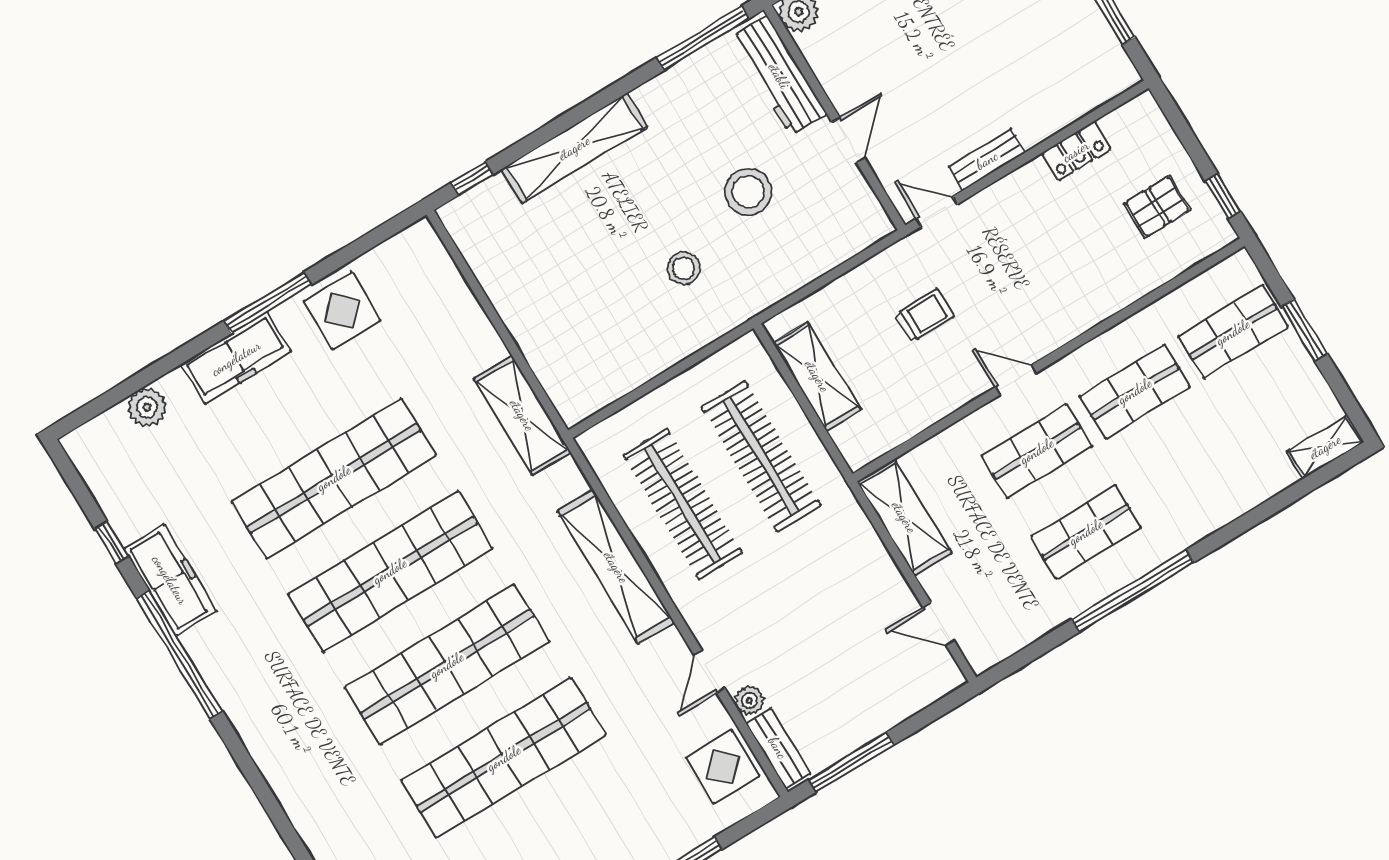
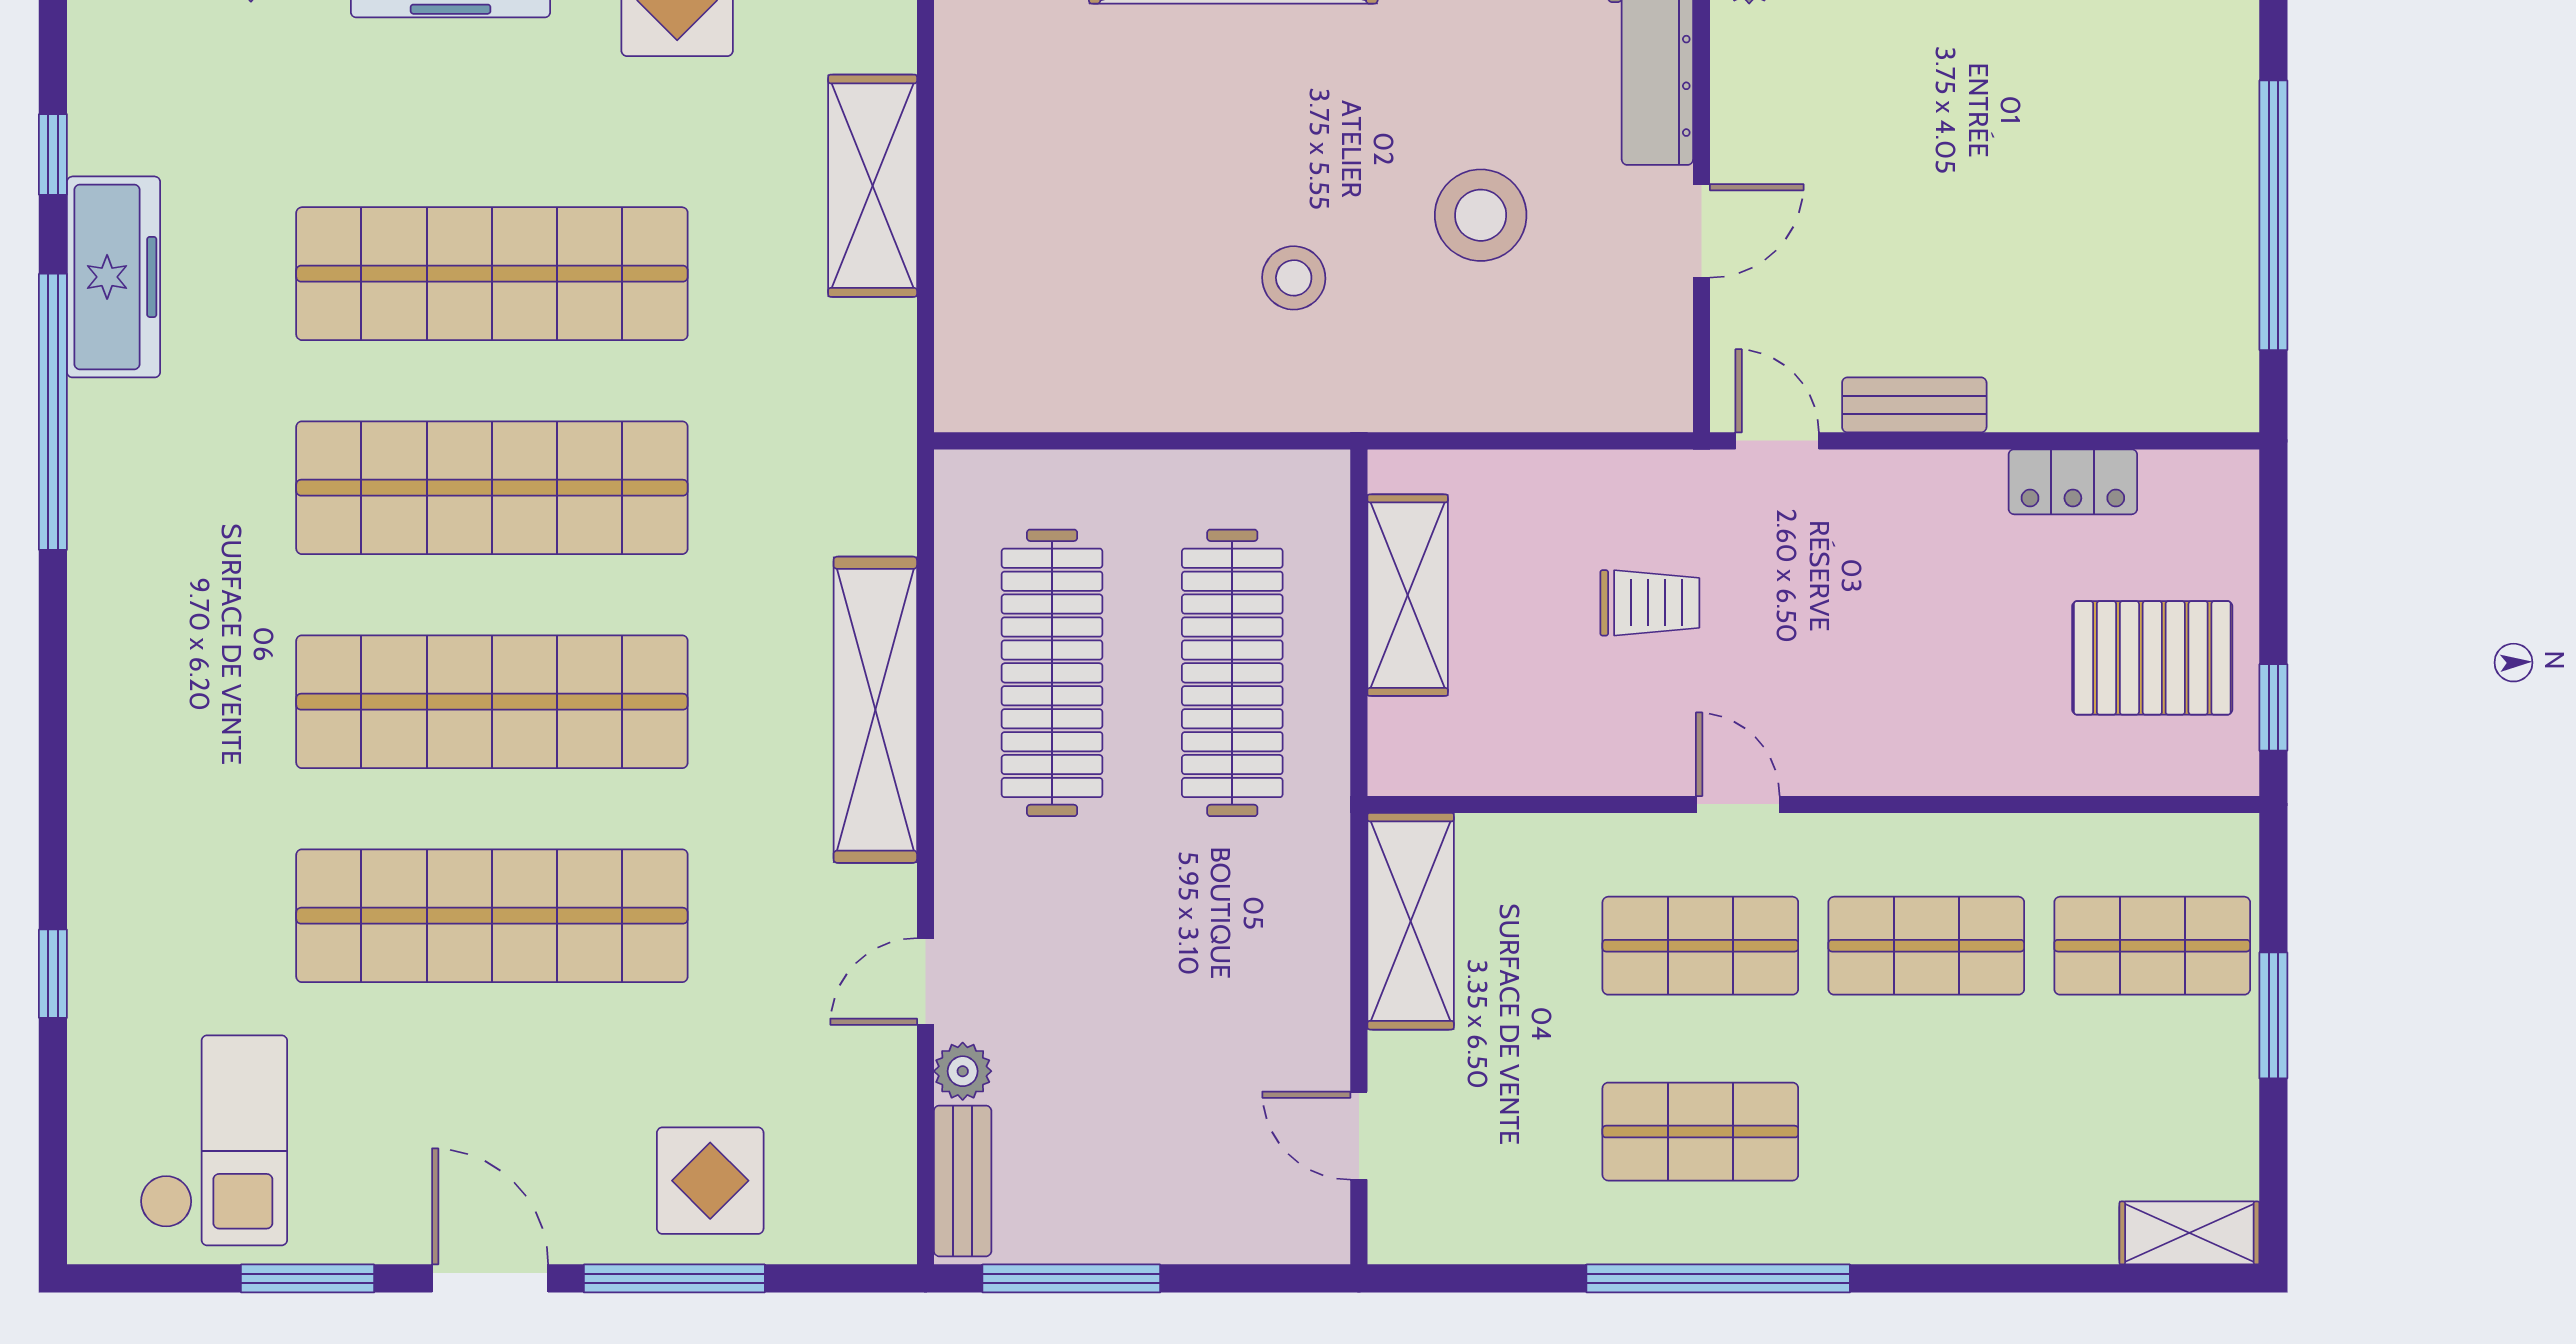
pallet: (1157, 207) -> (2152, 658), width x1.50, depth x1.42
shelving: (522, 415) -> (873, 186), moved
display table: (723, 767) -> (710, 1181), moved

